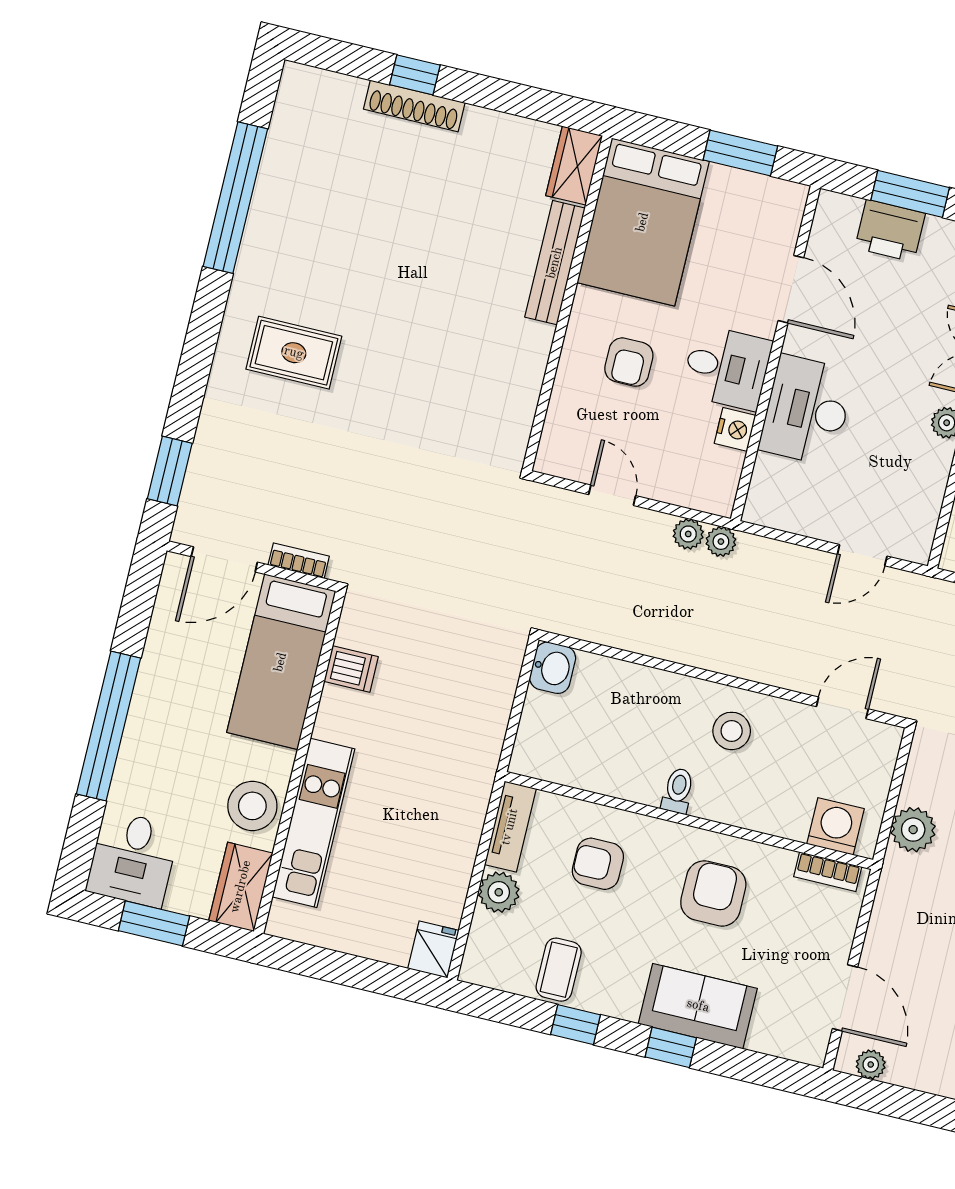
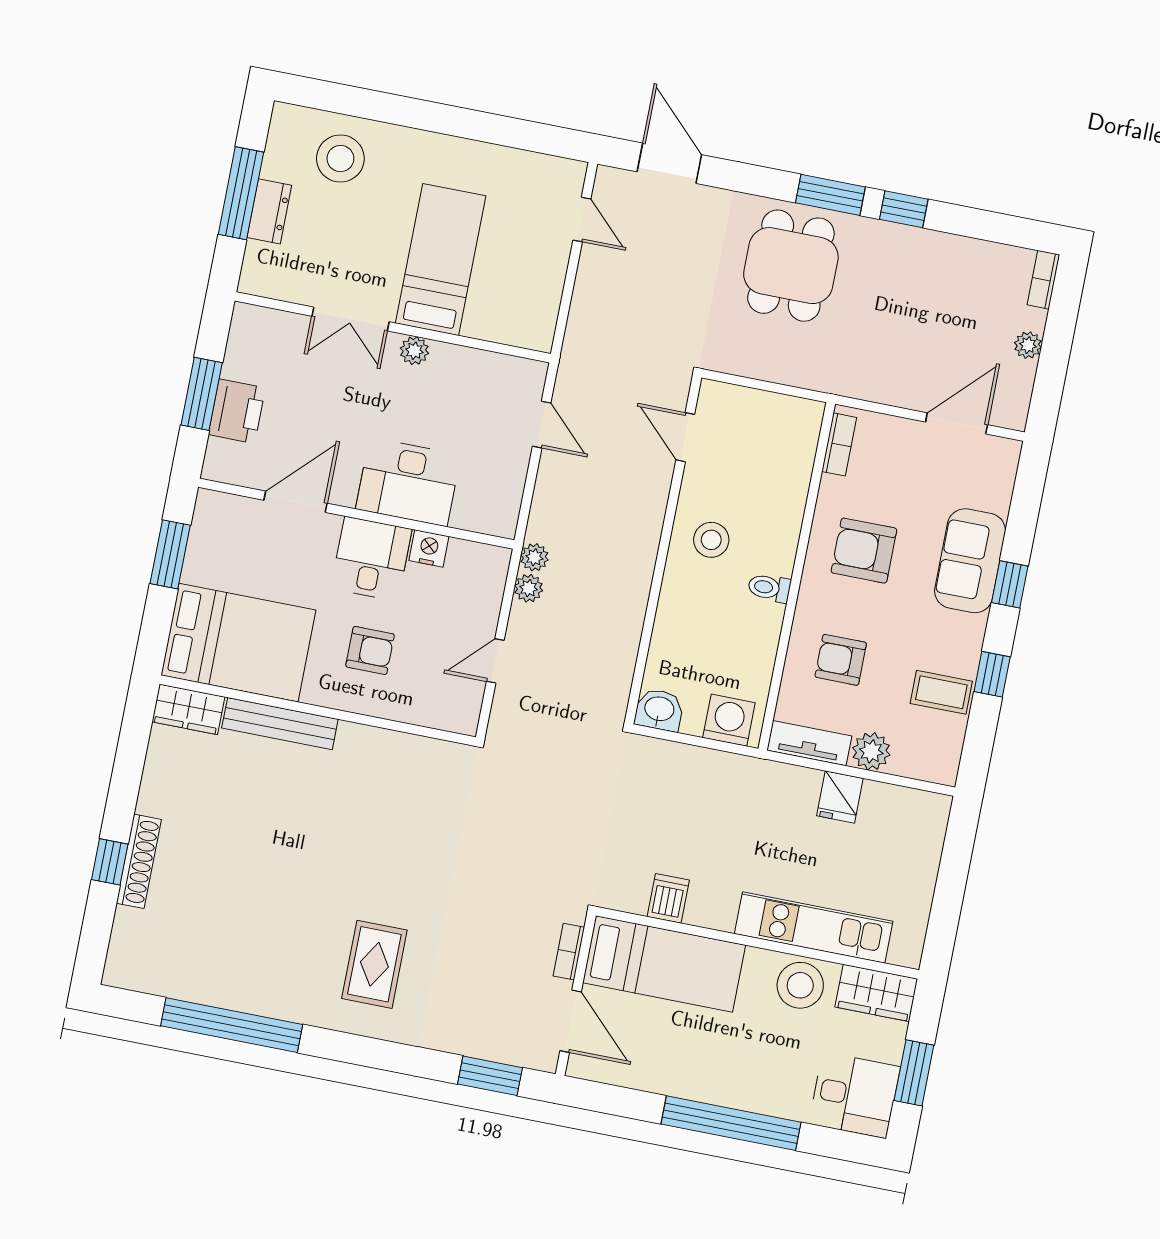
washing machine: (835, 826) -> (729, 720), moved, turned 90
plant: (913, 830) -> (796, 366), removed
armchair: (598, 864) -> (841, 660), turned 90
fridge: (433, 949) -> (840, 797), moved, turned -90
plant: (871, 1064) -> (1028, 345), moved

